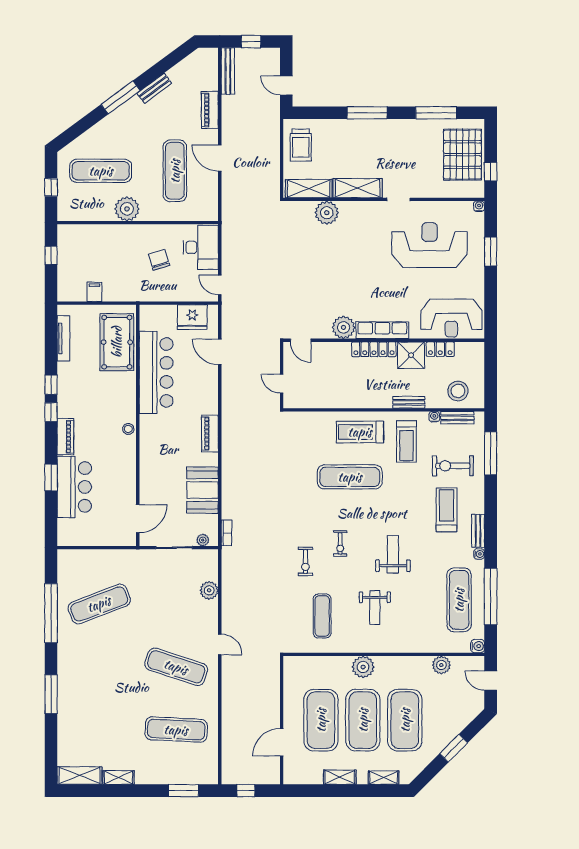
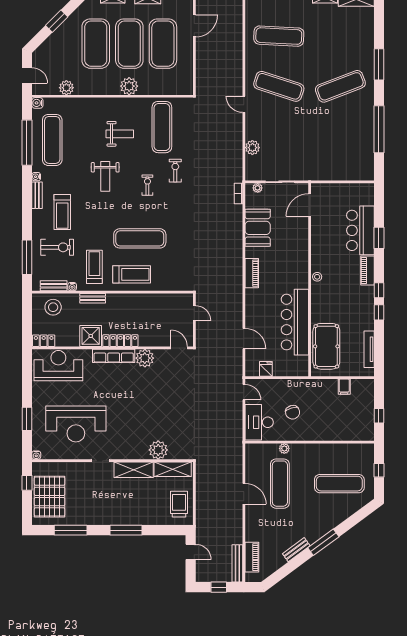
piano: (210, 110) -> (252, 557), moved
plant: (127, 209) -> (284, 448), moved, width x0.53, depth x0.53
fridge: (192, 317) -> (266, 369), width x0.53, depth x0.75
locker: (440, 349) -> (44, 341), moved
exercise mat: (99, 604) -> (340, 86), moved
weight bench: (375, 607) -> (120, 134), turned 90
exercise mat: (322, 616) -> (162, 127), width x1.36, depth x1.45

